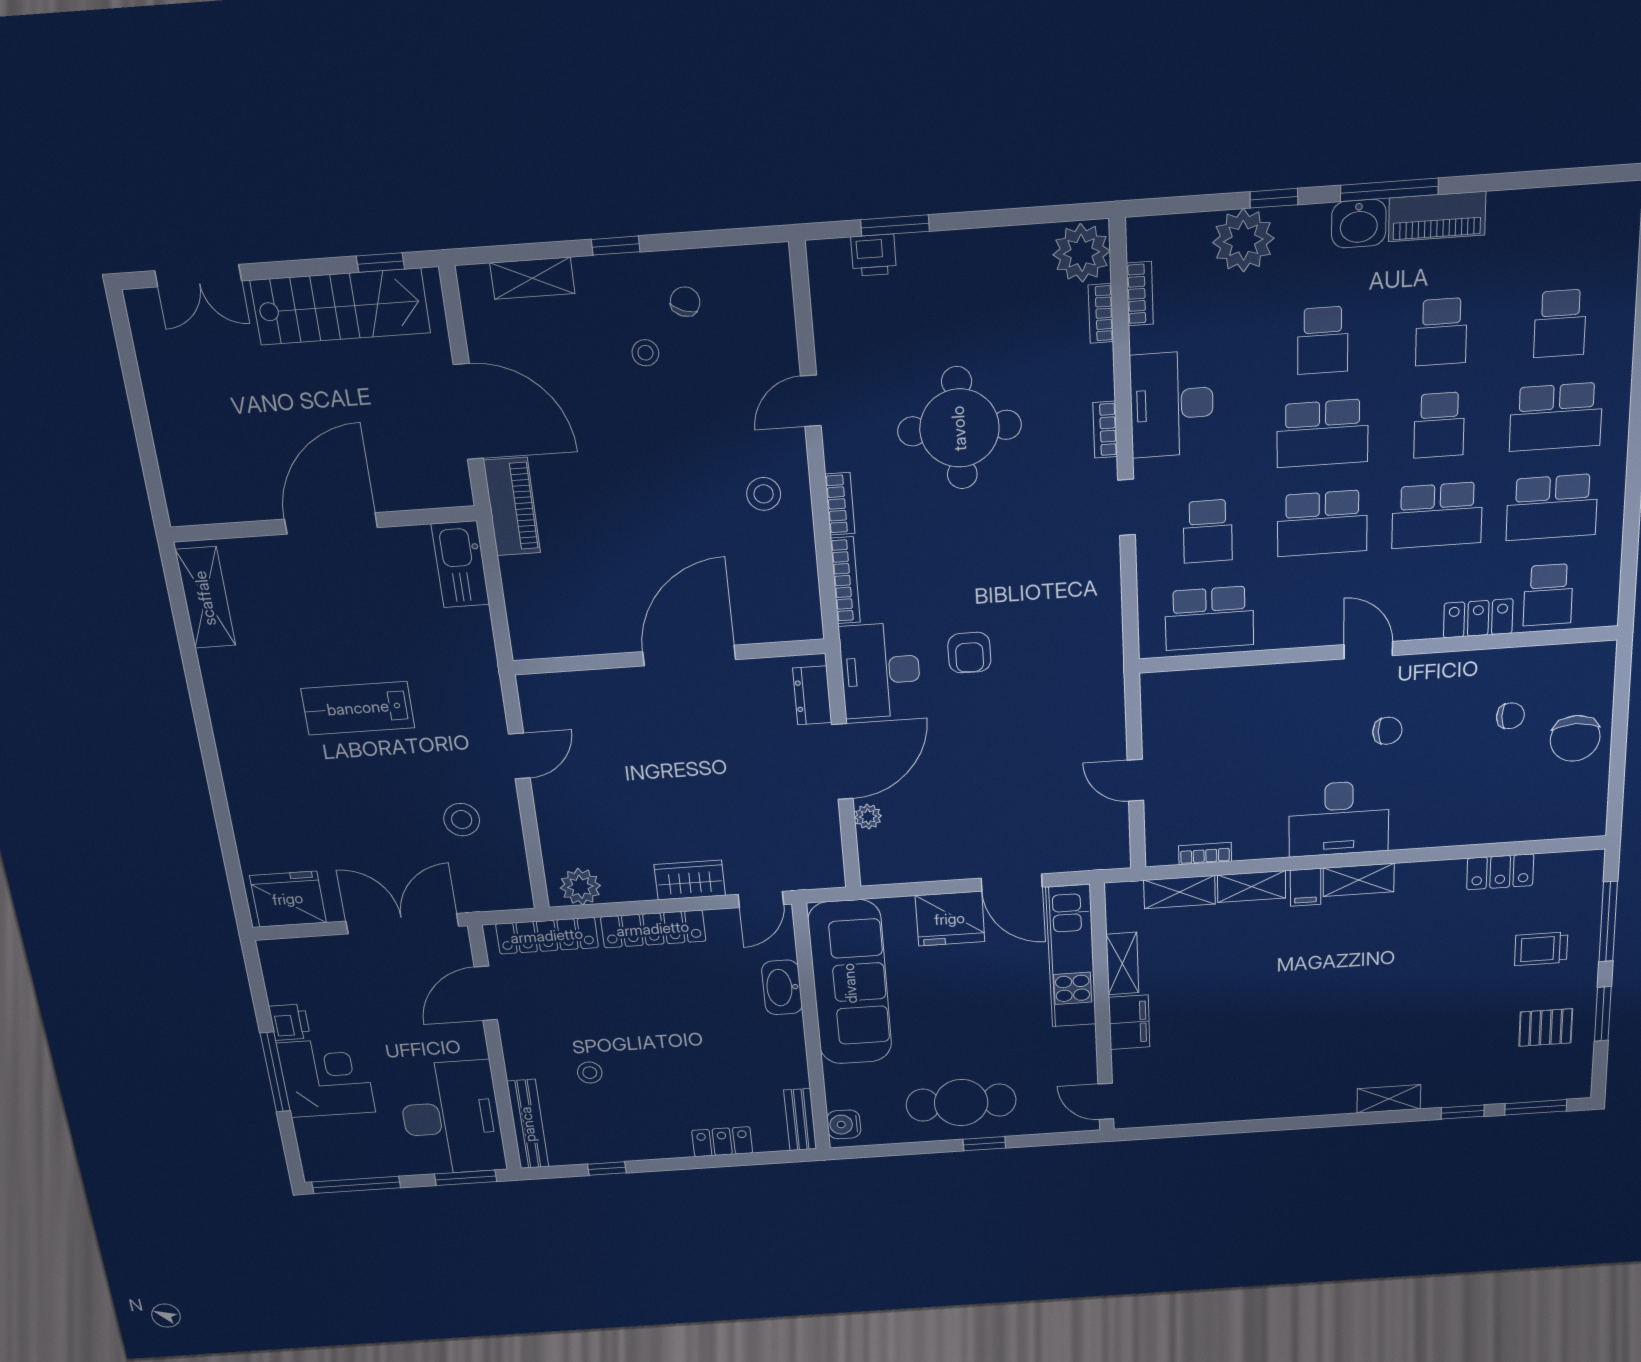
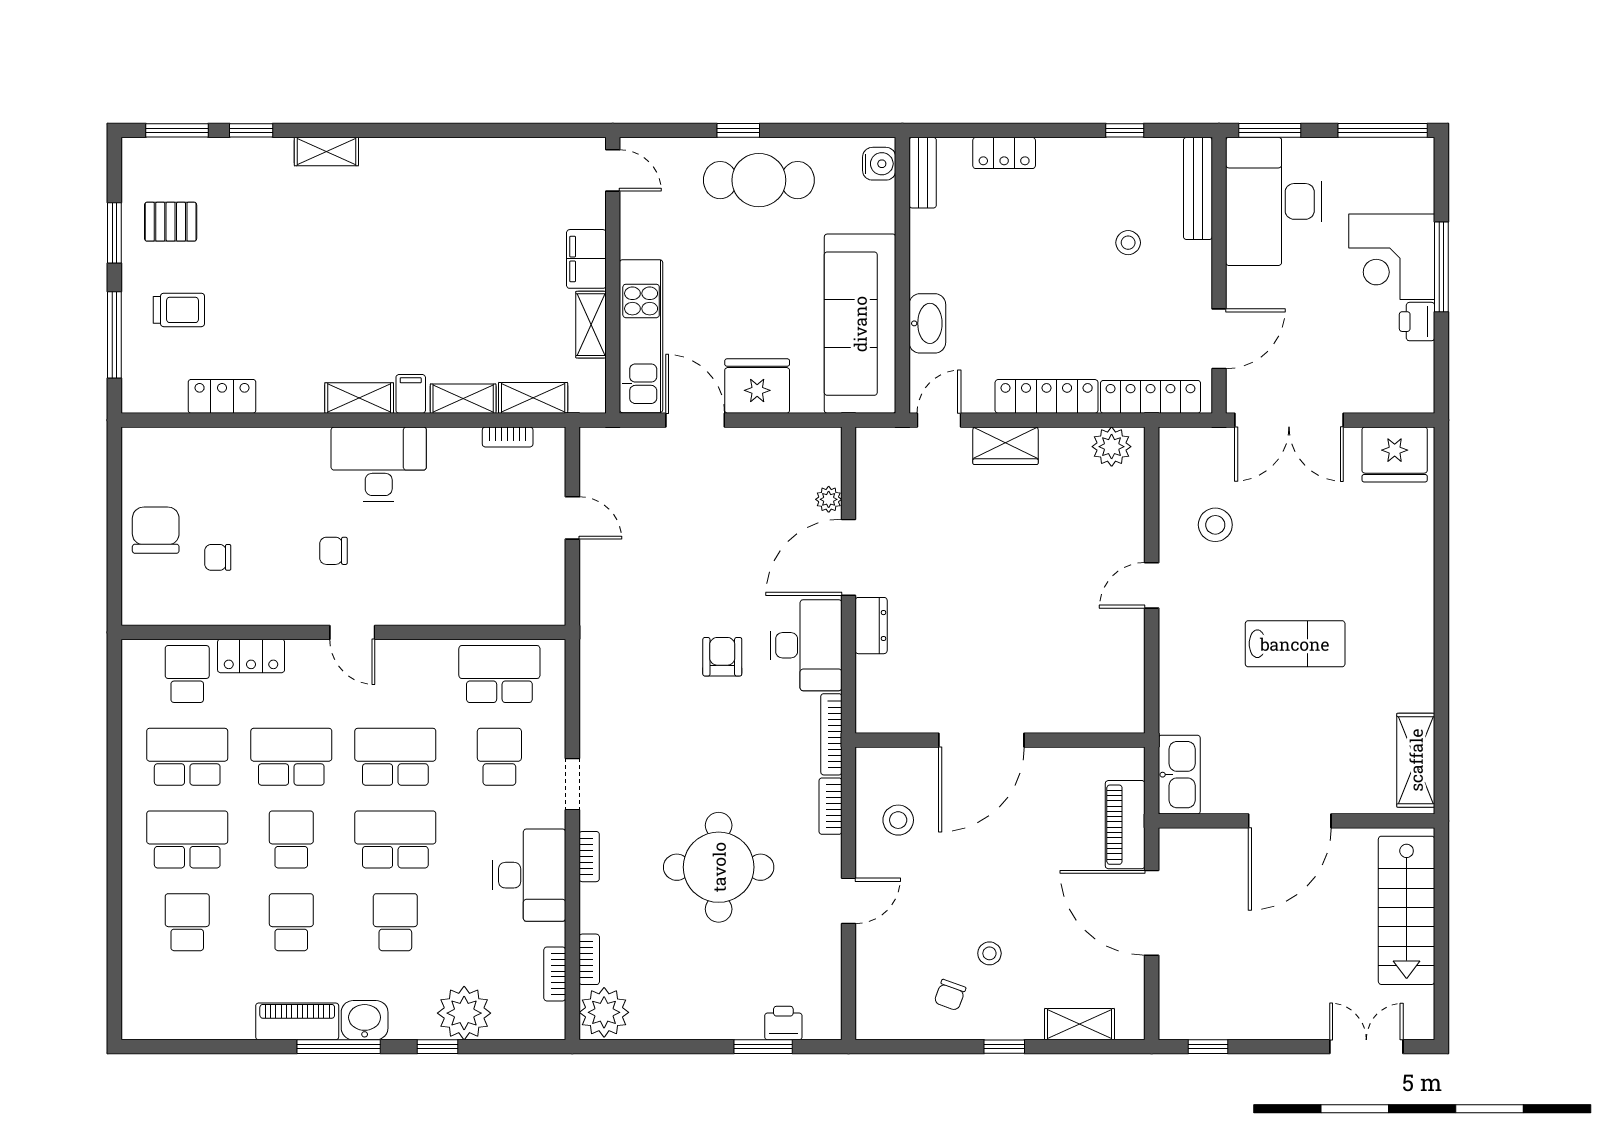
stairs: (340, 307) -> (1407, 910), moved, turned -90
door: (689, 656) -> (981, 740), moved
wall: (669, 657) -> (1000, 740), moved

